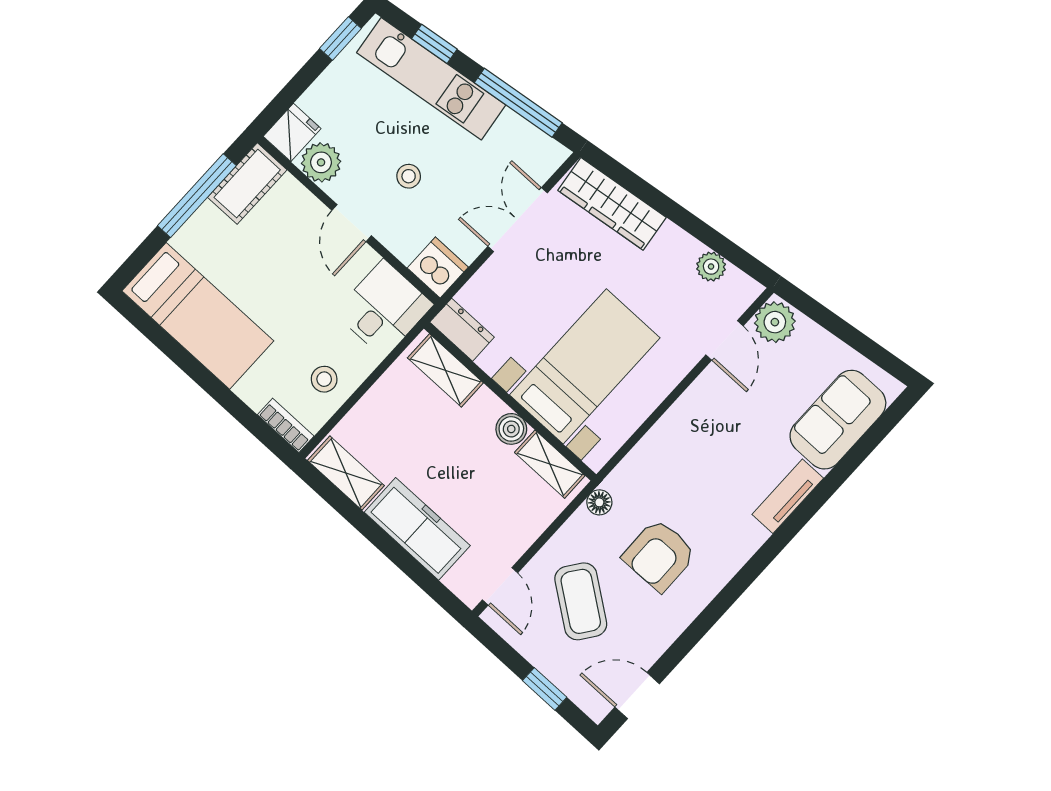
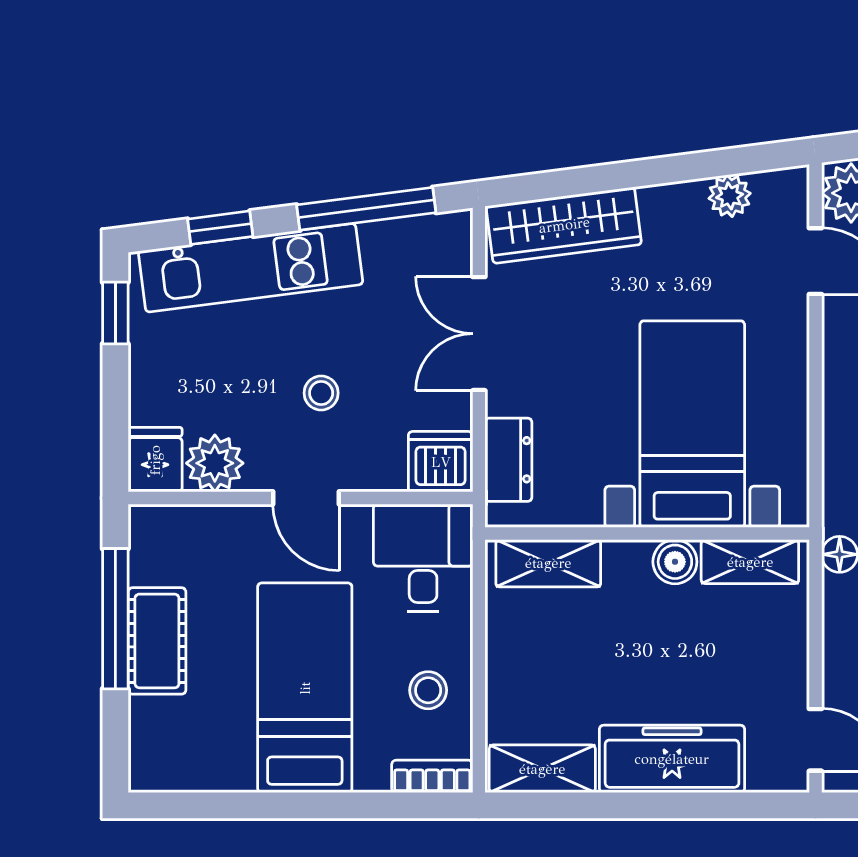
cot: (247, 184) -> (157, 641), moved
bed: (198, 316) -> (305, 688), moved, turned -90
dresser: (462, 330) -> (508, 460), moved, turned 90

